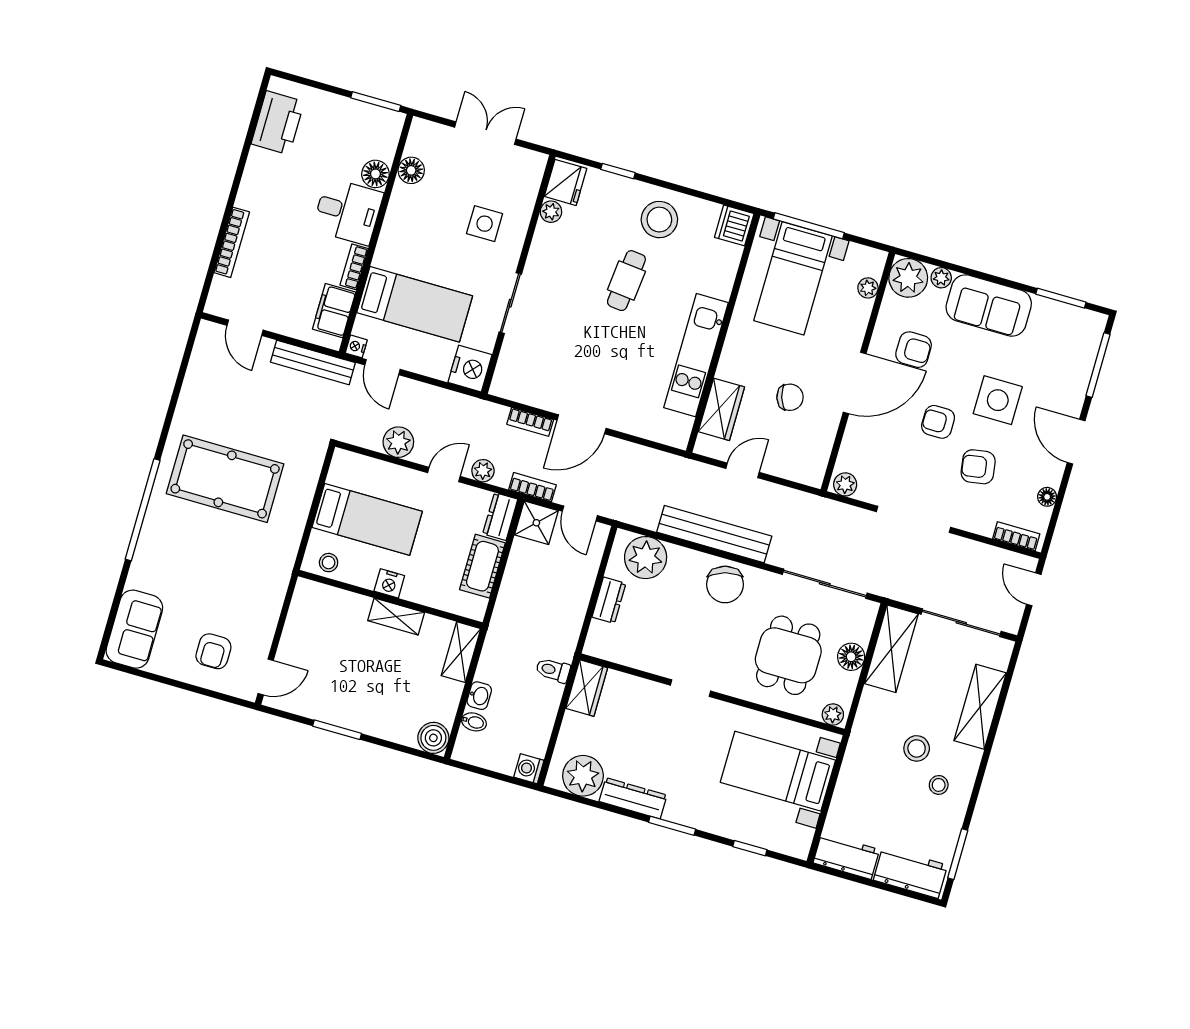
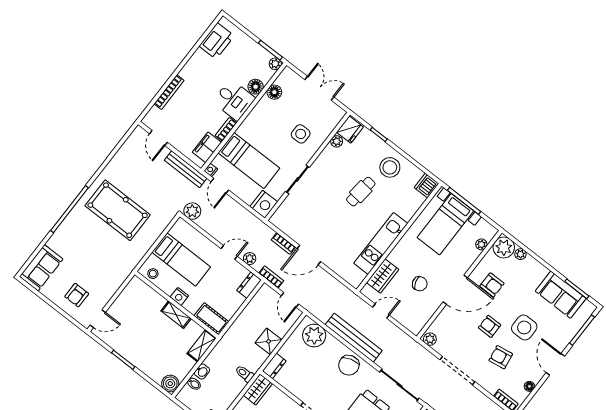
plant: (393, 121) -> (275, 64), added
sofa: (989, 305) -> (561, 295), moved
plant: (398, 442) -> (192, 211), moved
shower: (536, 523) -> (269, 341), moved
cot: (482, 566) -> (211, 319), moved, turned 90
dresser: (609, 600) -> (274, 366), moved

